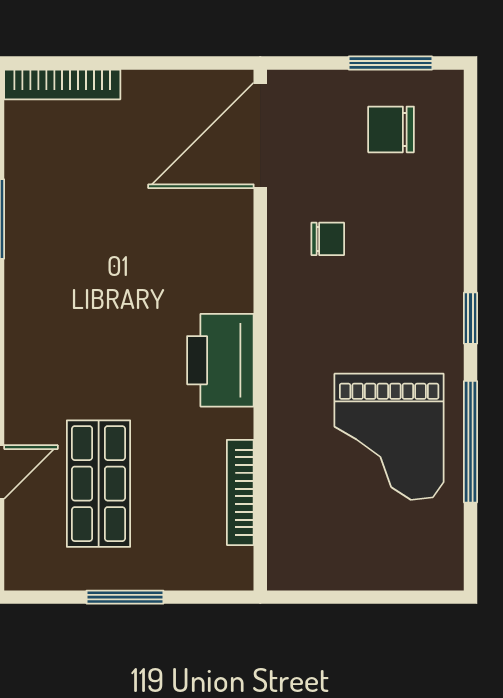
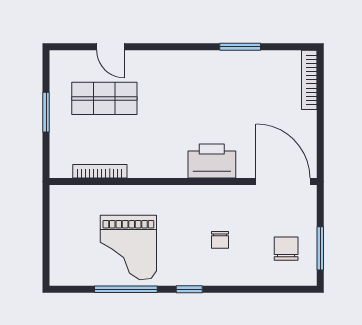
chair: (328, 239) -> (220, 240), moved
printer: (220, 360) -> (212, 161), moved
grand piano: (389, 437) -> (128, 248), turned -90

